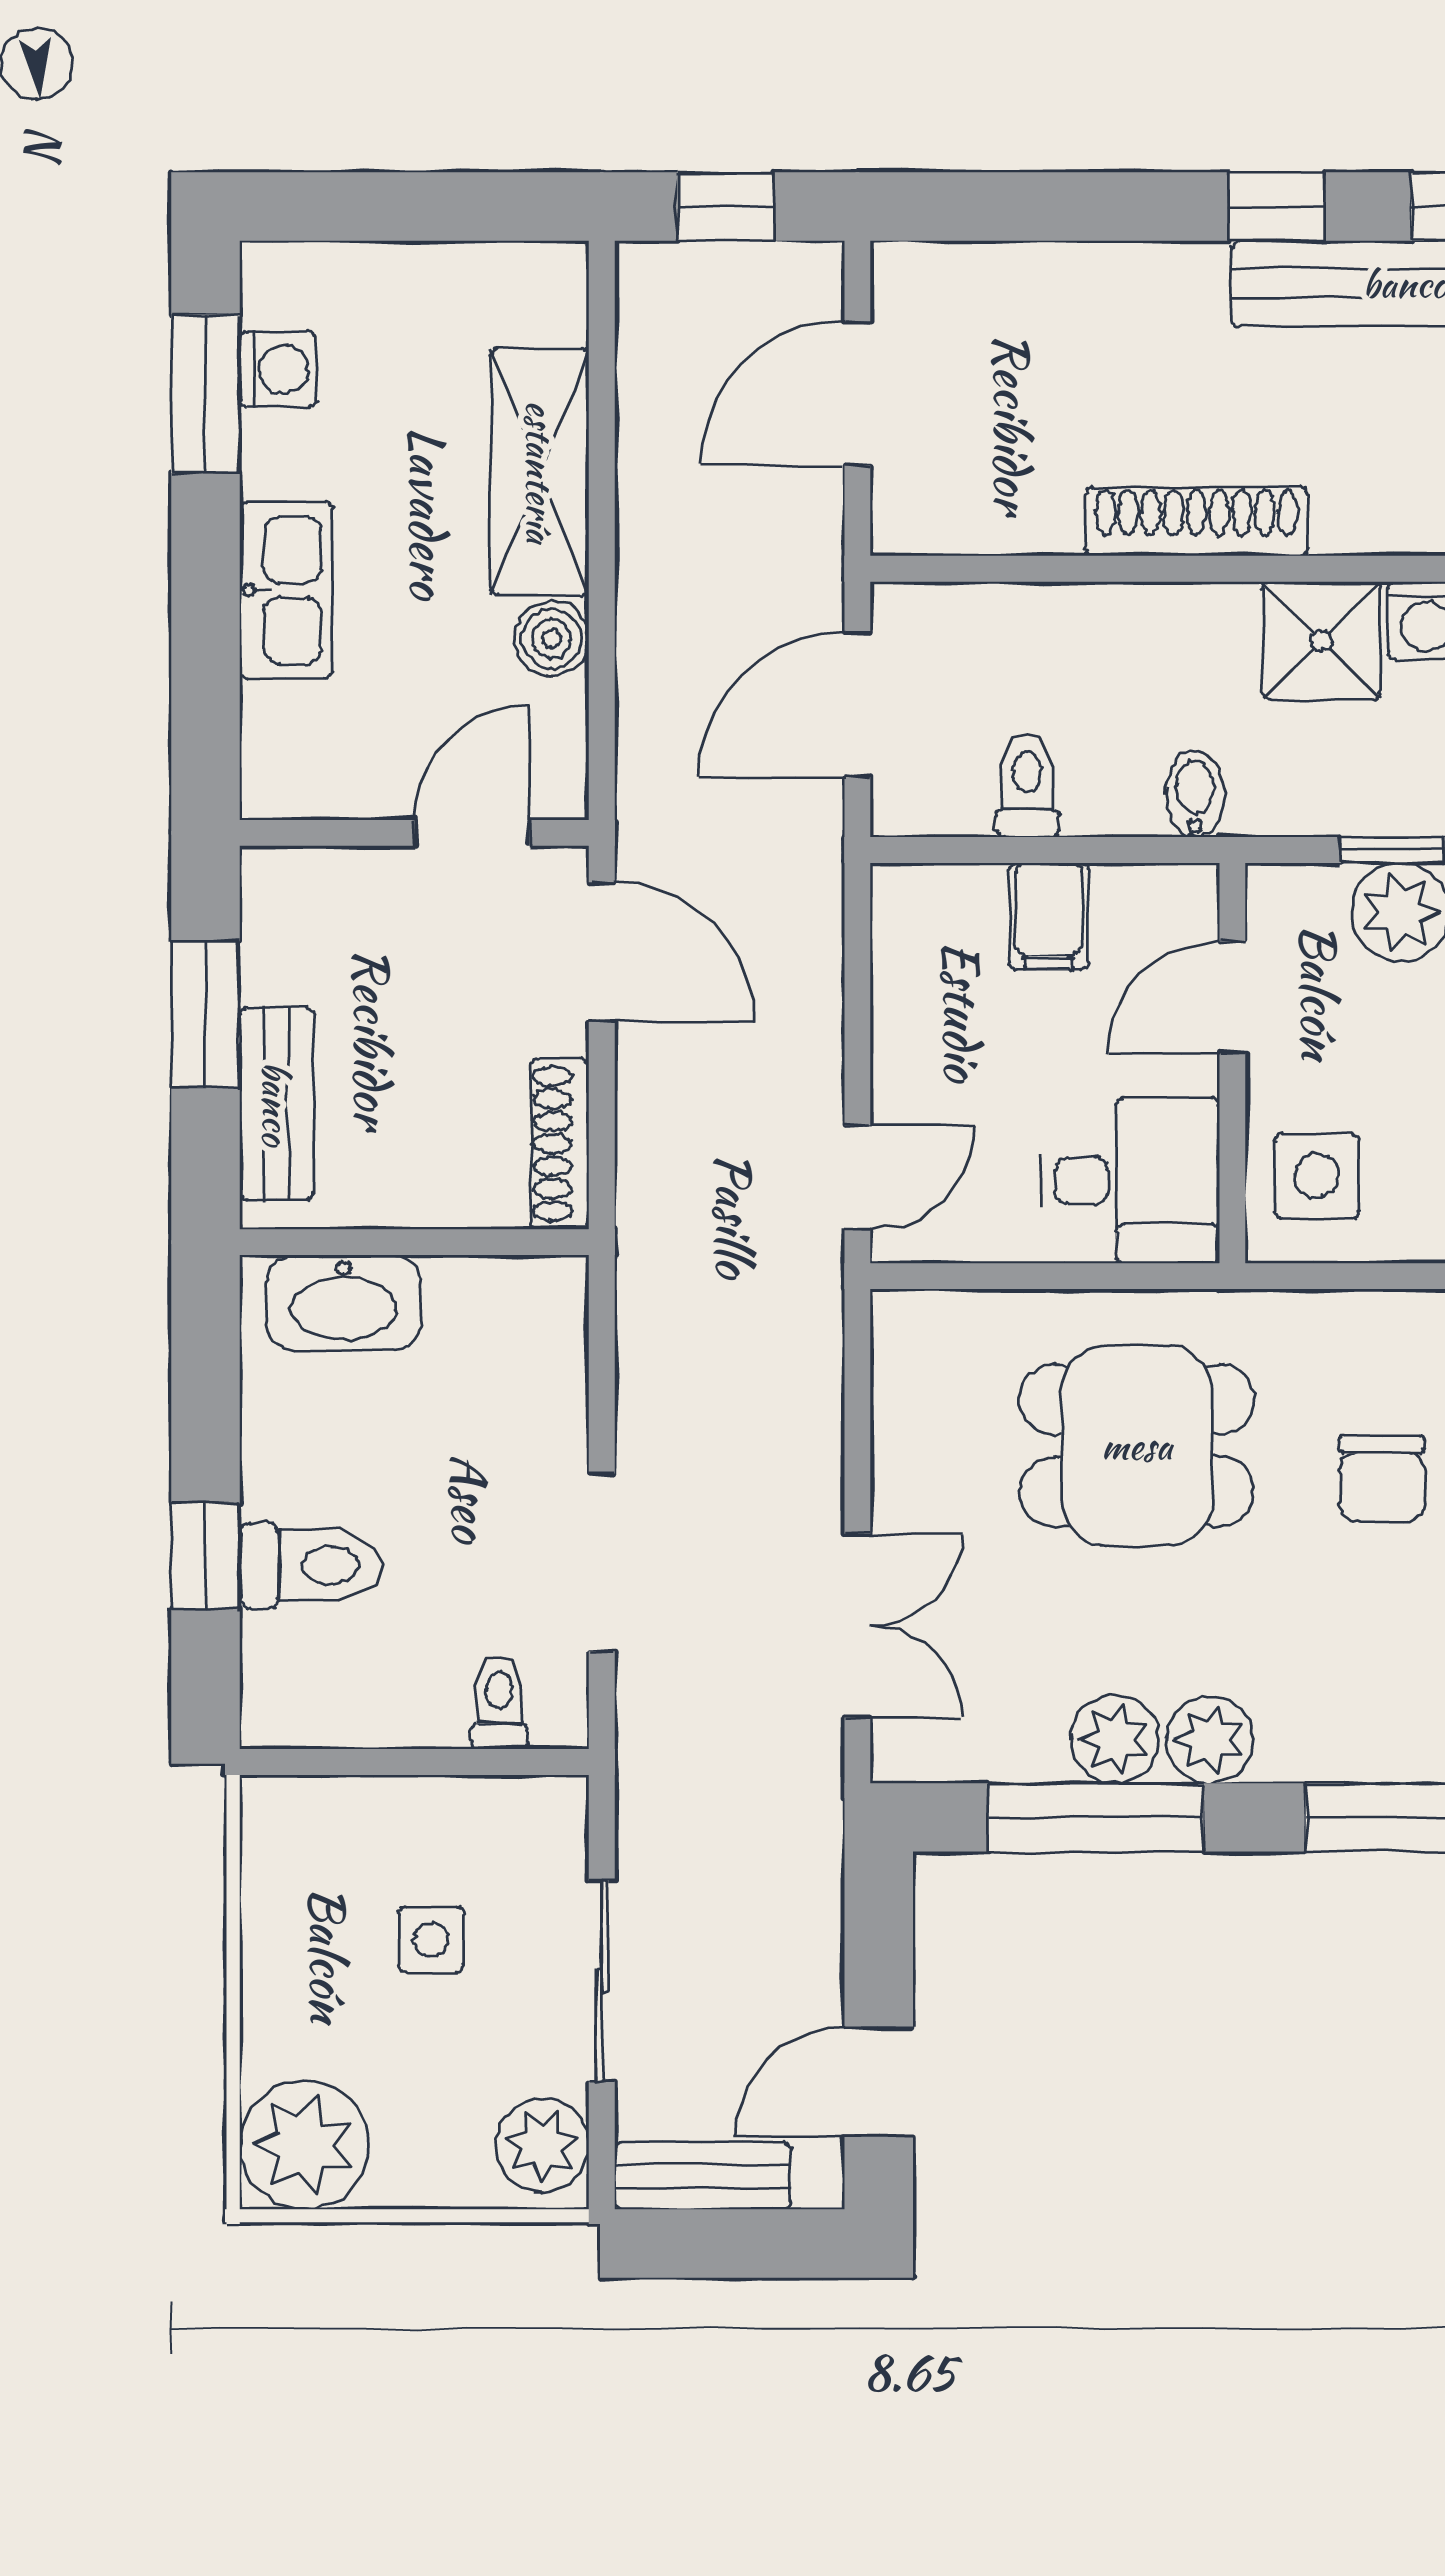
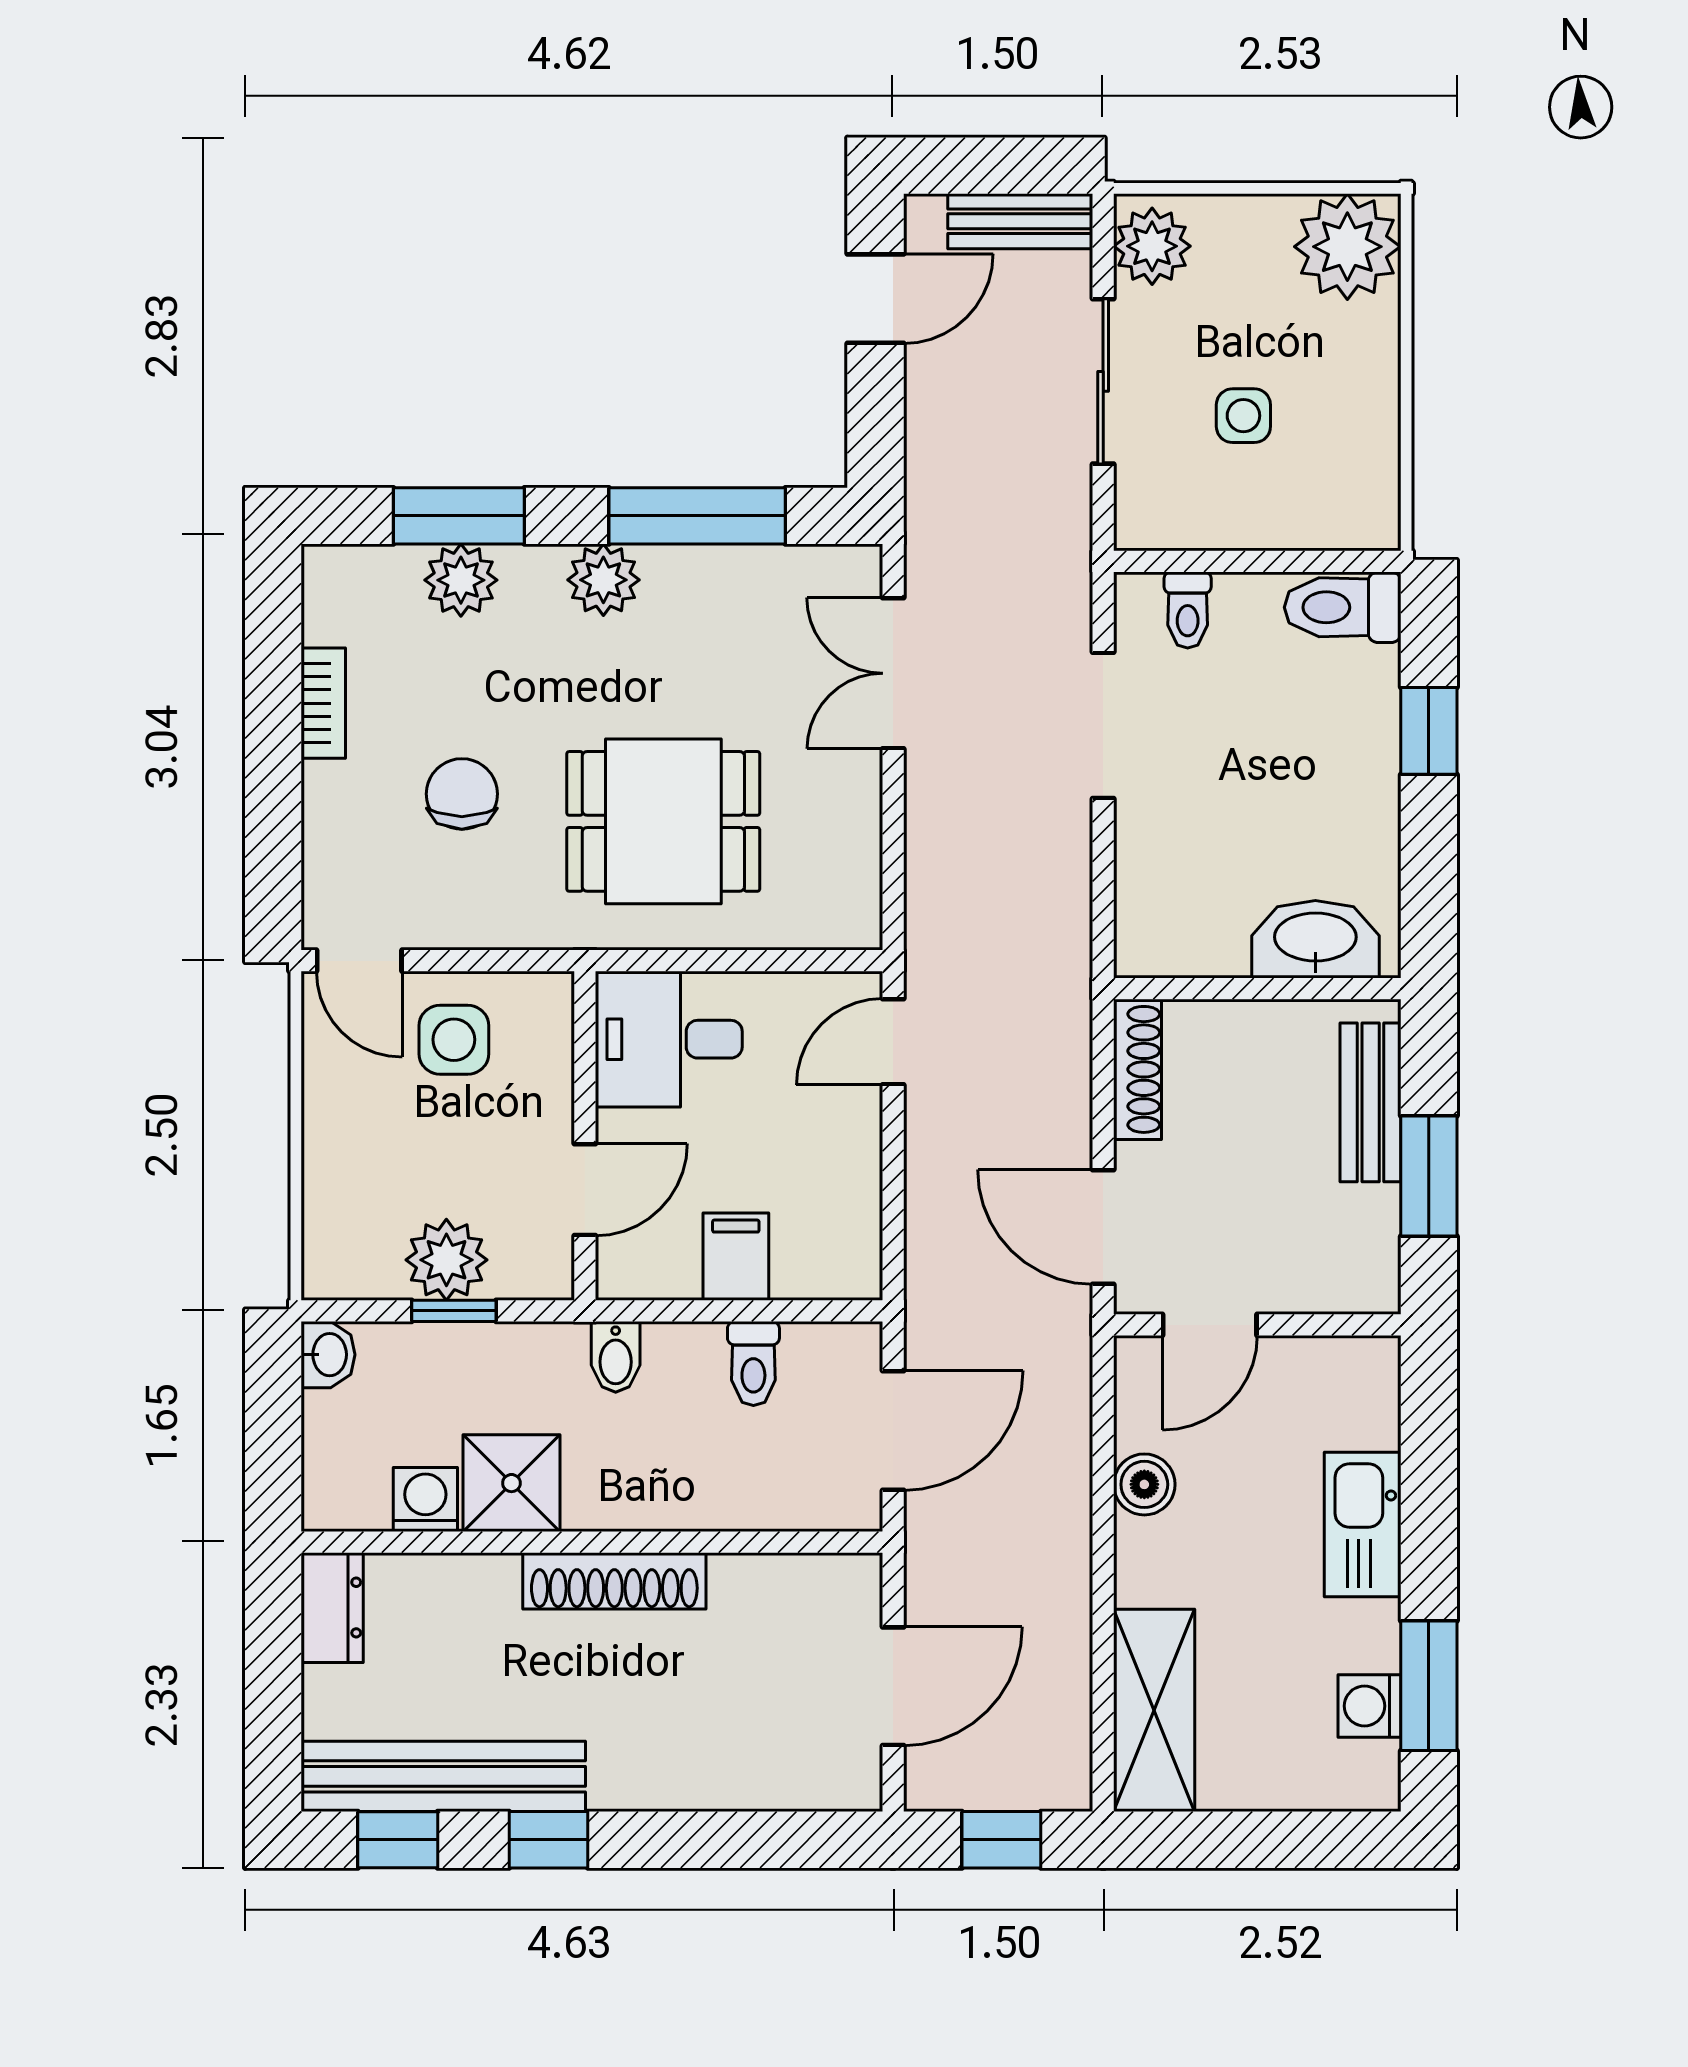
shelving: (540, 472) -> (1154, 1710), moved
side table: (1317, 1176) -> (454, 1040), moved
toilet: (310, 1566) -> (1343, 607), moved
plant: (1115, 1739) -> (461, 580), moved

